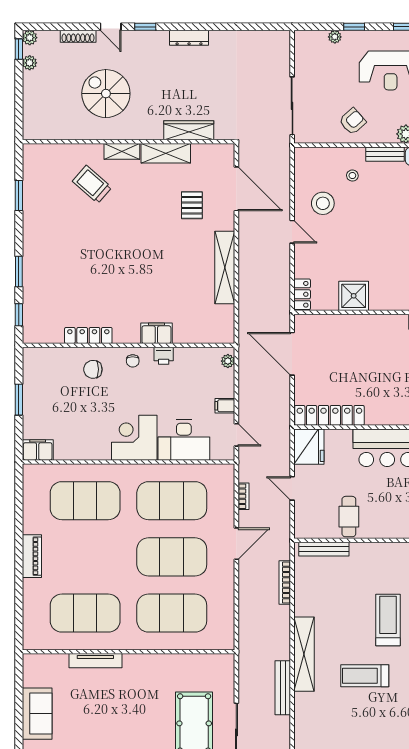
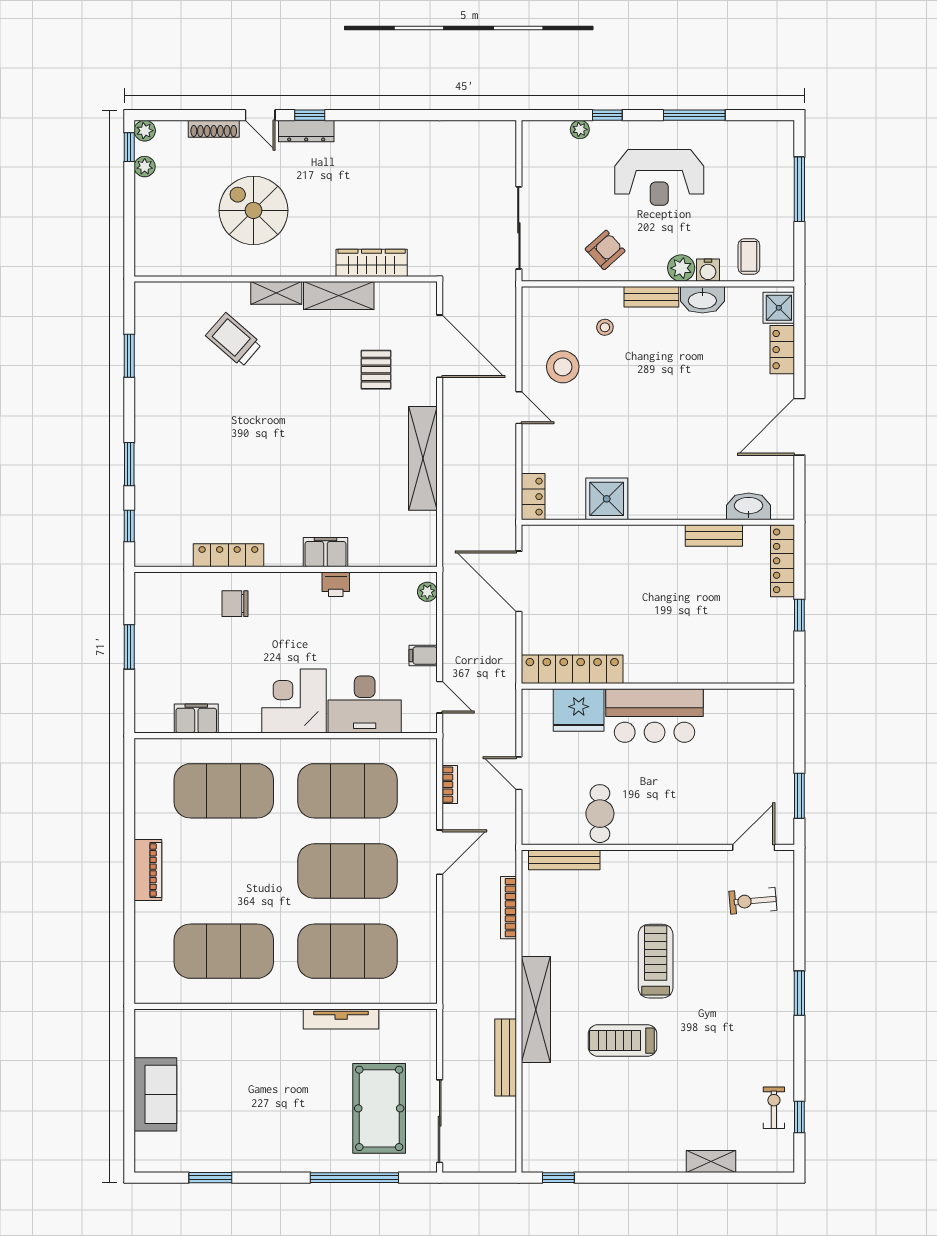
dresser: (189, 38) -> (306, 131), moved
chair: (133, 361) -> (292, 592), removed
fridge: (309, 447) -> (579, 710), moved, turned 90
filing cabinet: (38, 450) -> (196, 719), moved
tv unit: (95, 661) -> (341, 1019), moved

